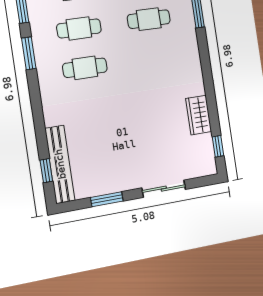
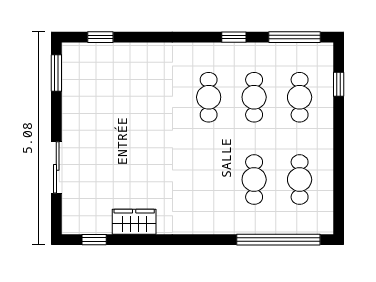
window: (29, 53) -> (234, 37), width x0.67
bench: (60, 164) -> (105, 53), removed
window: (107, 199) -> (56, 73), moved

